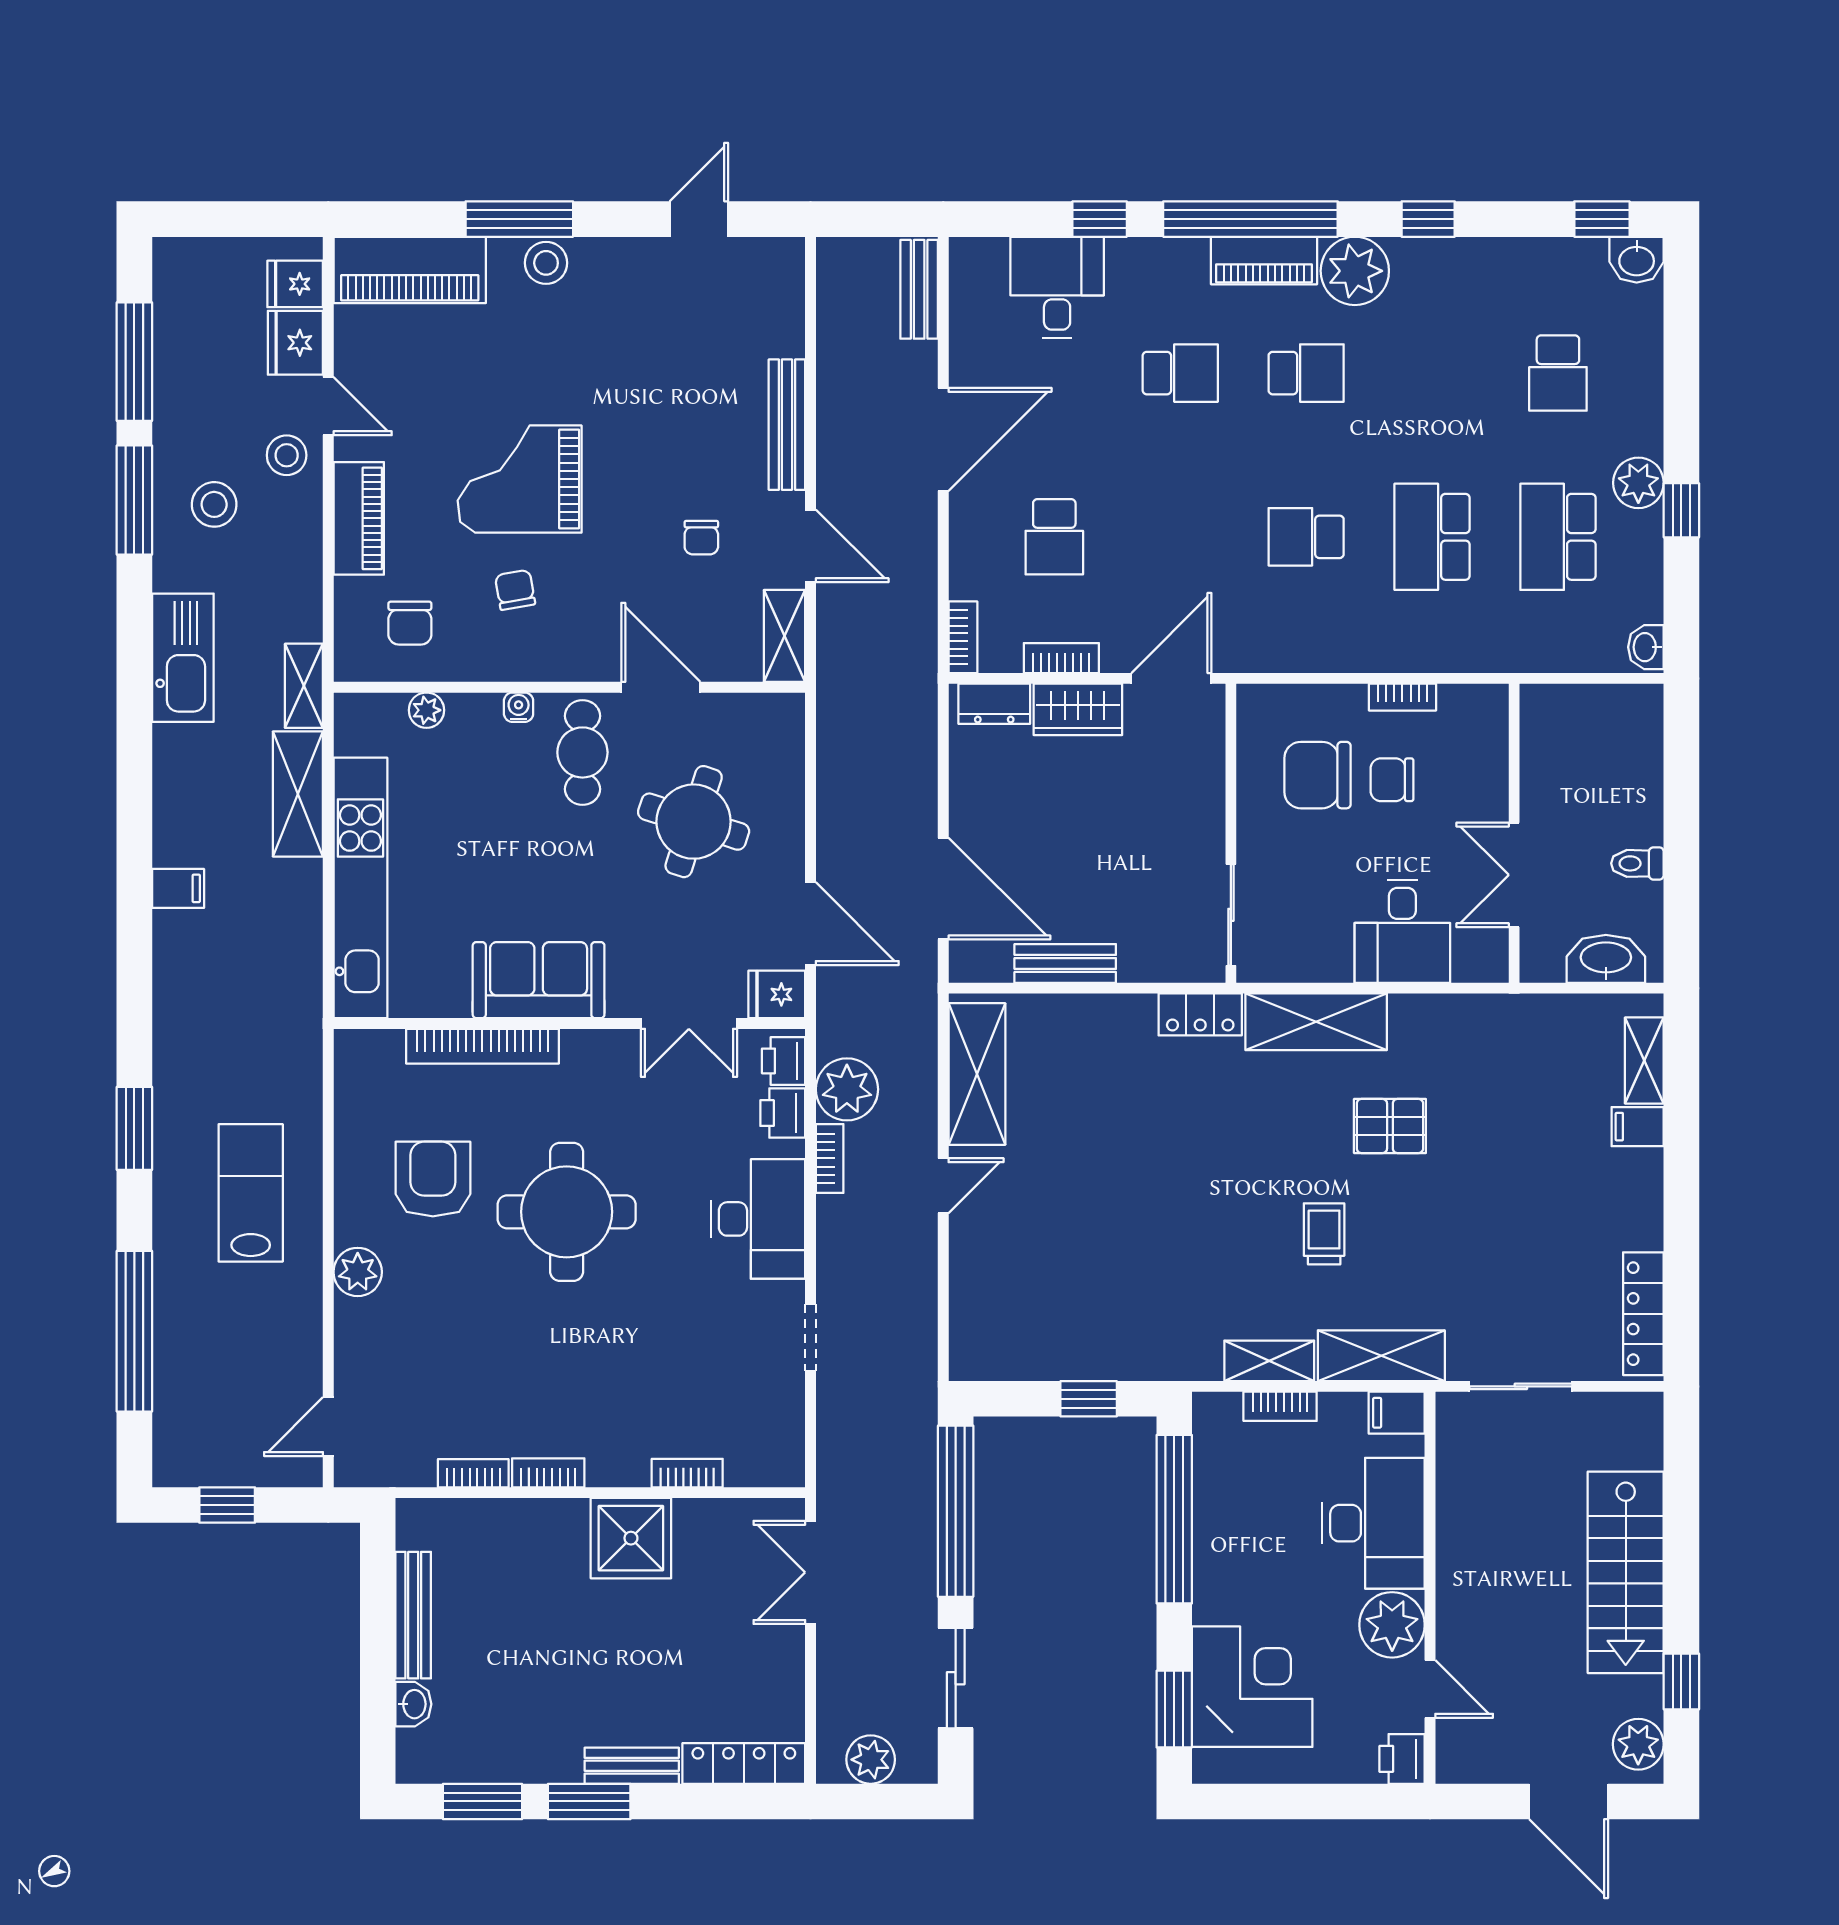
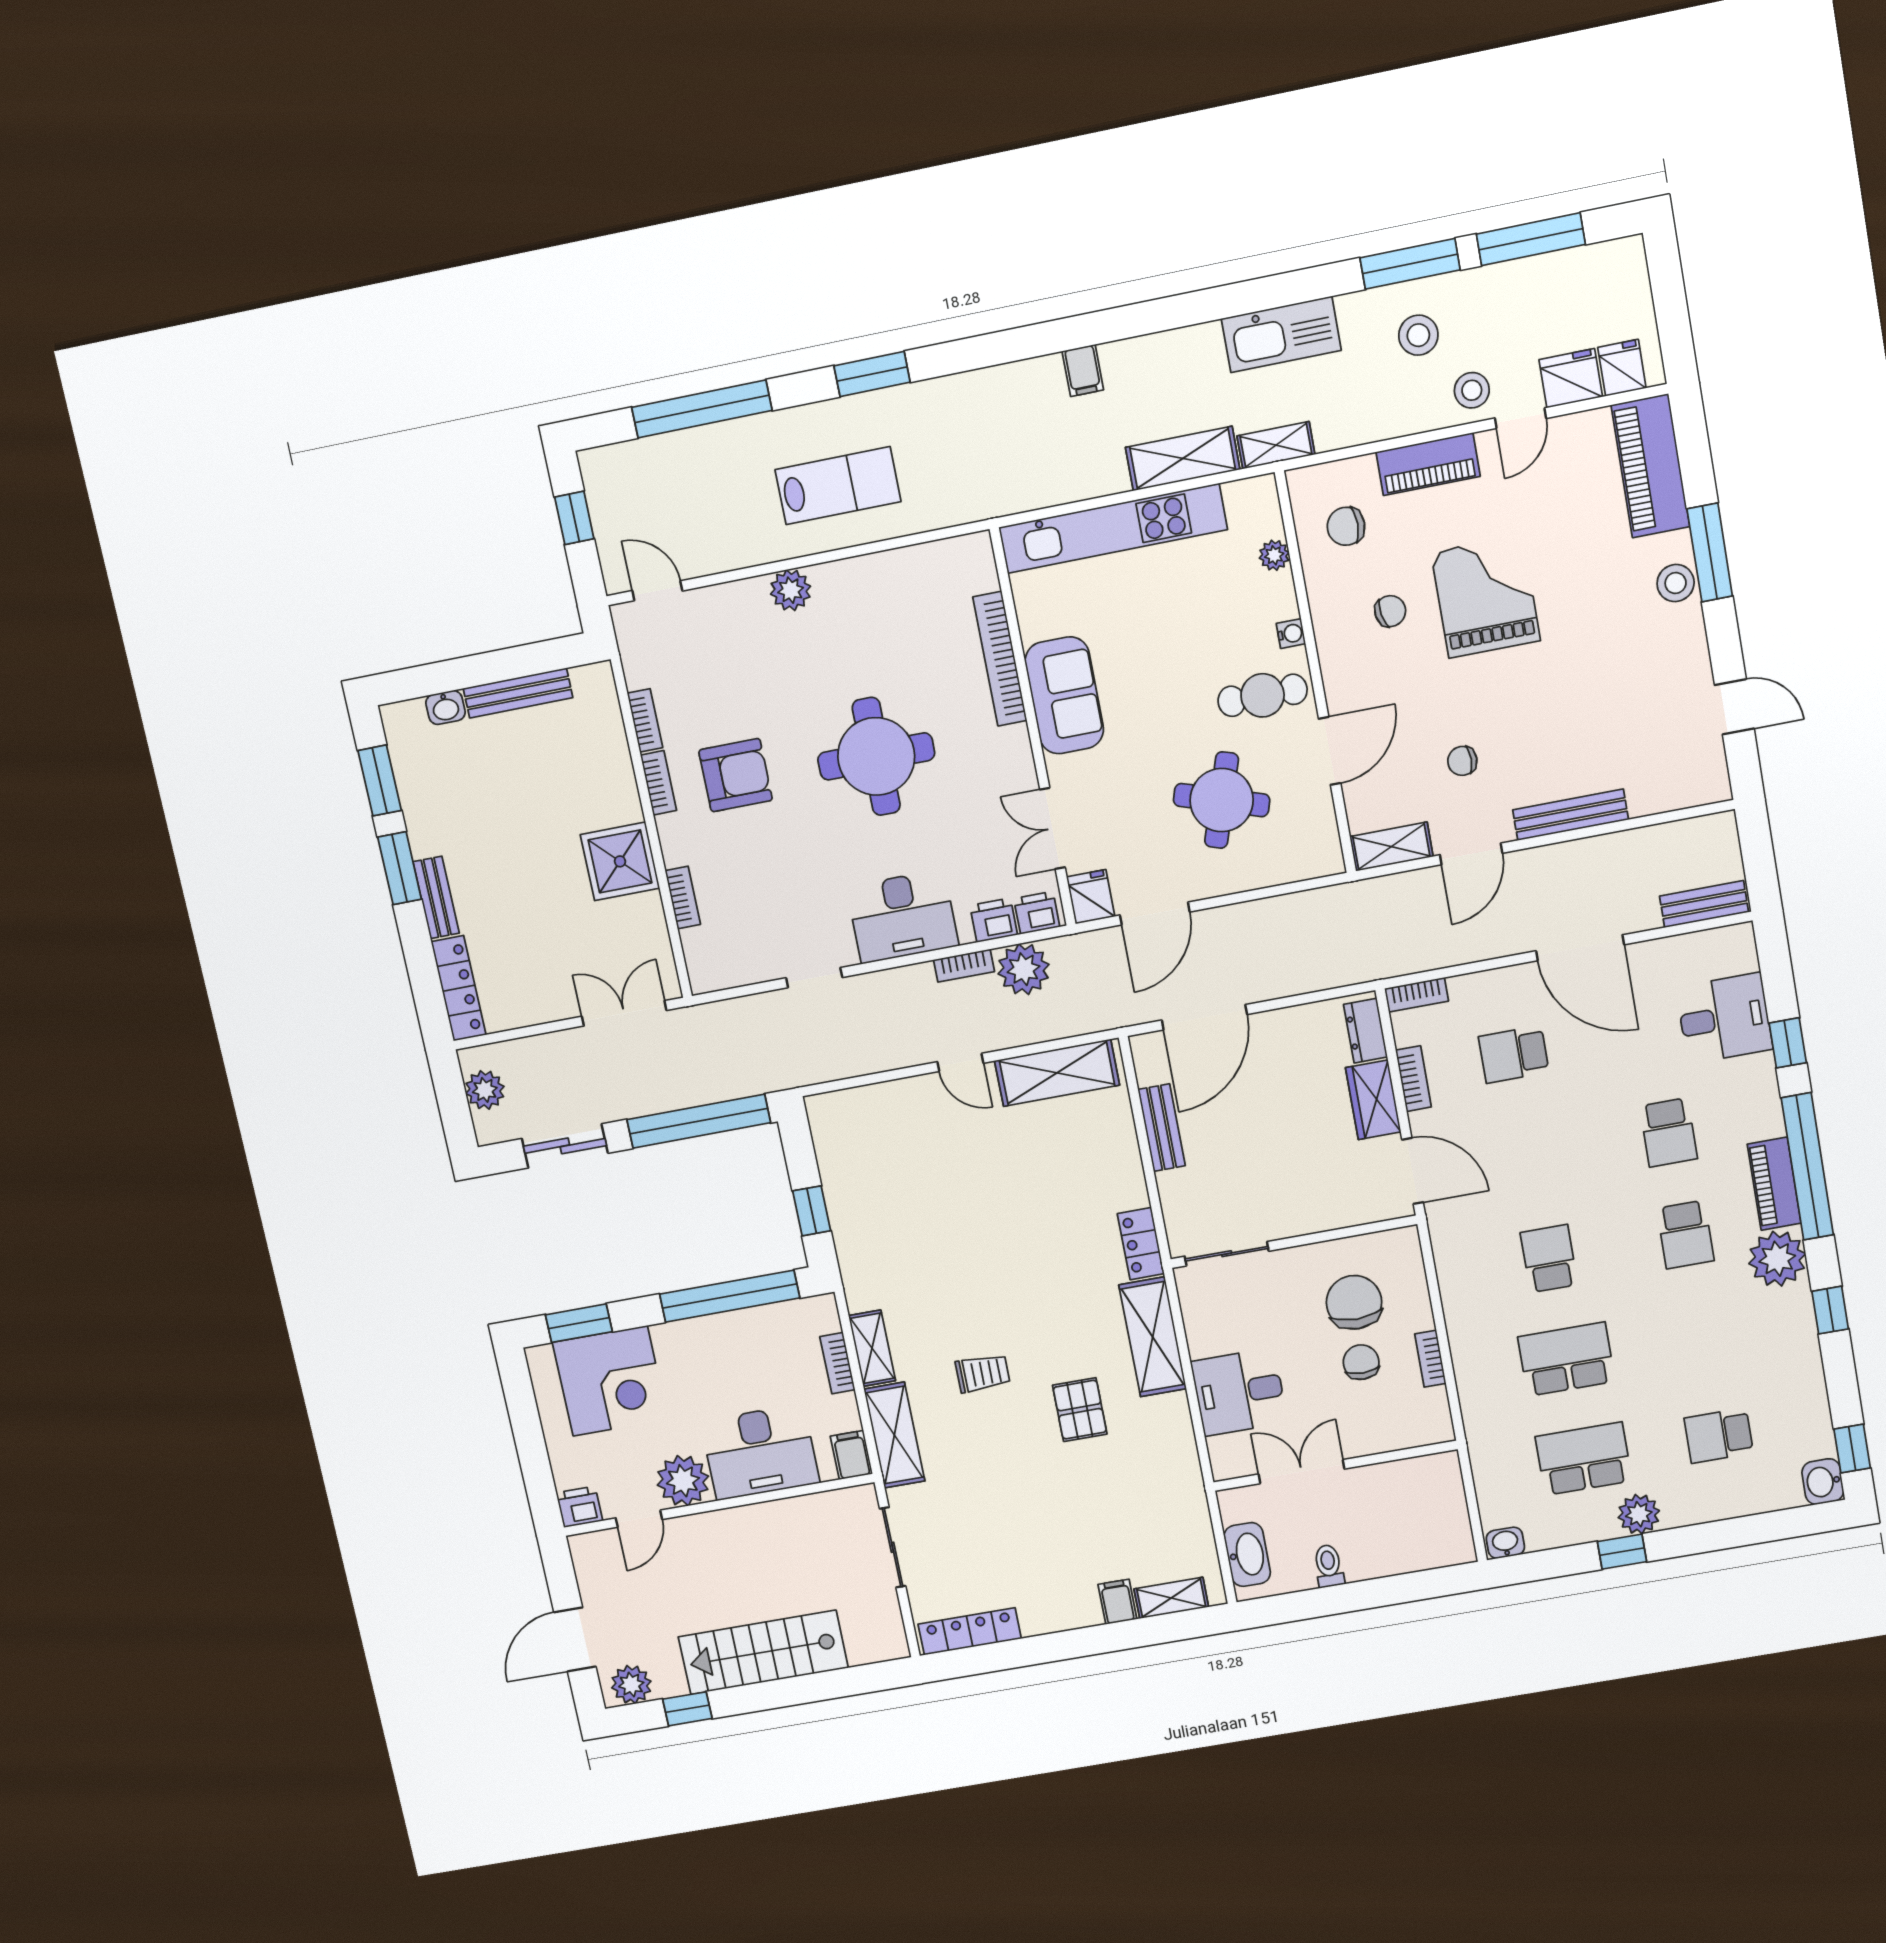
armchair: (433, 1179) -> (736, 775), moved

